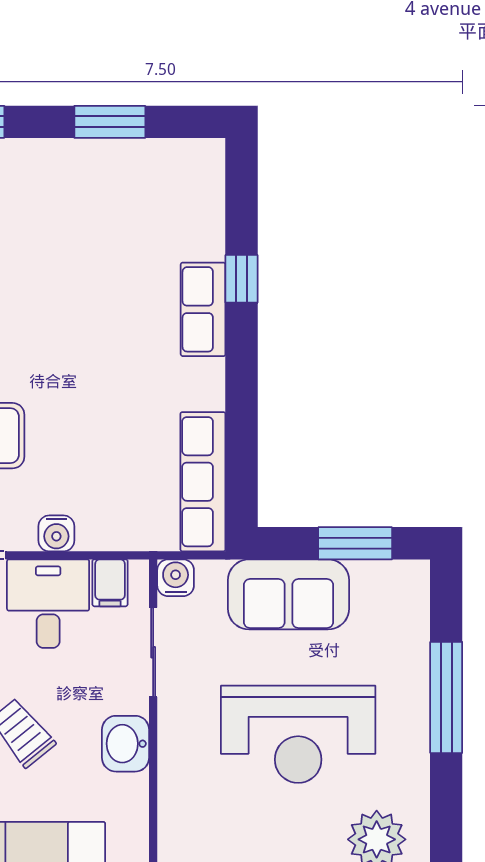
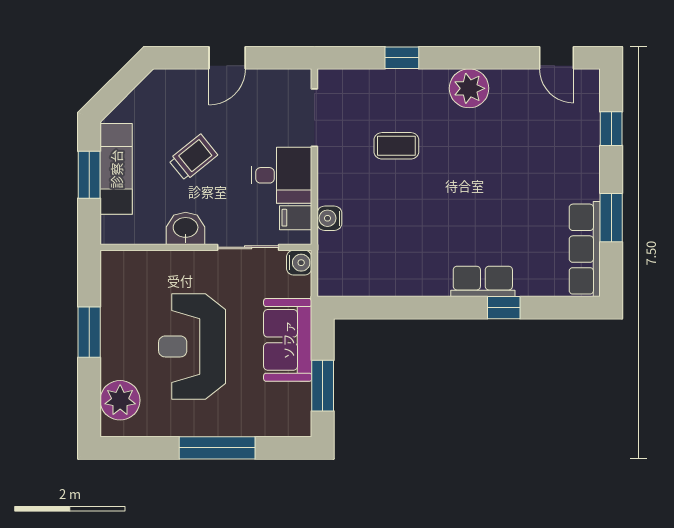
row of seats: (203, 482) -> (585, 249), moved, turned -90
water cooler: (56, 533) -> (329, 218), moved

